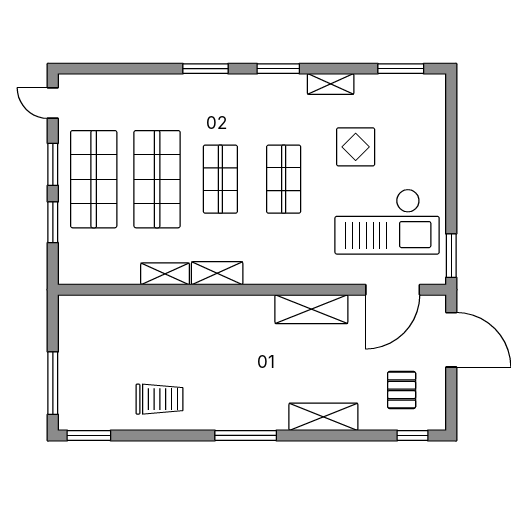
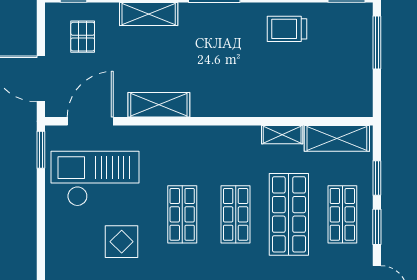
shop shelf: (94, 179) -> (342, 214), width x0.70, depth x0.74
shelving: (217, 273) -> (337, 138), moved, width x1.50, depth x1.33

